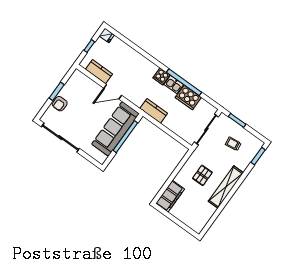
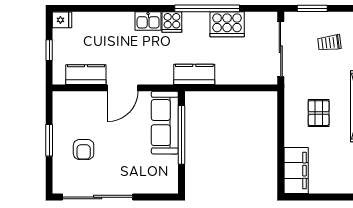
kitchen sink: (174, 85) -> (148, 21), moved
armchair: (60, 104) -> (84, 149), moved
sofa: (115, 129) -> (165, 123), width x0.74, depth x0.79

